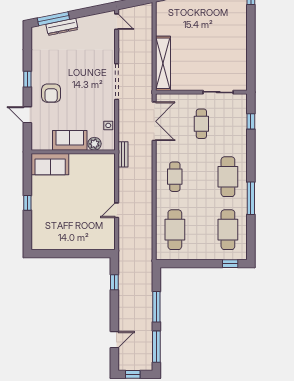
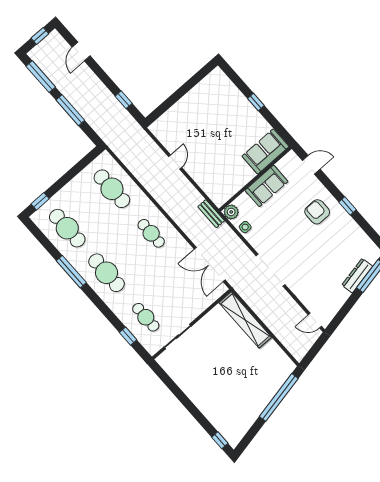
door: (27, 115) -> (311, 165), moved
cafe table: (201, 124) -> (146, 317), moved
plant: (94, 144) -> (231, 212), moved

